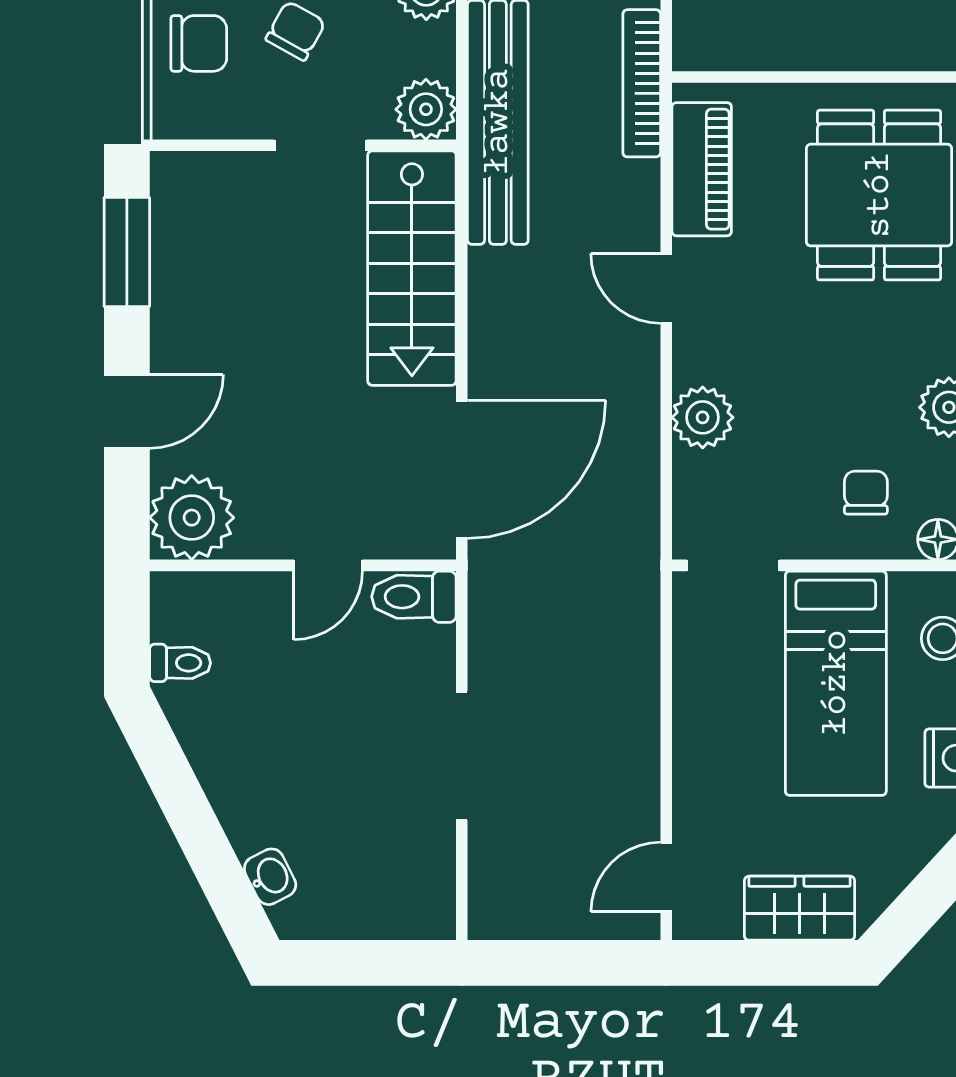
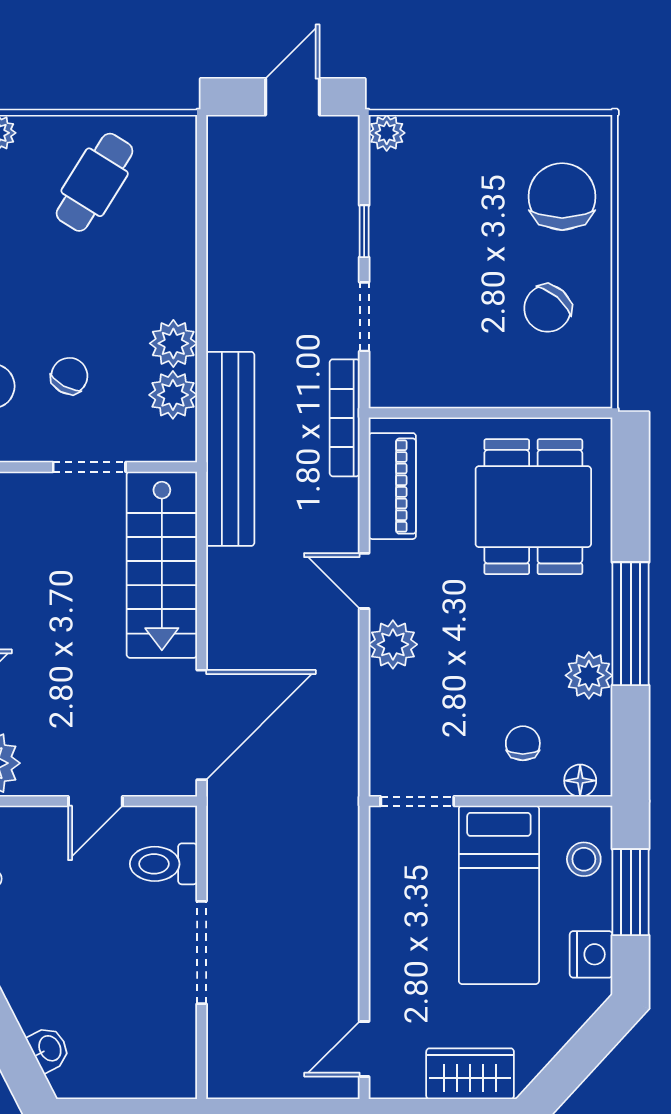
plant: (426, 109) -> (173, 395), moved
plant: (703, 417) -> (393, 644), moved
toilet: (414, 597) -> (163, 864), moved

